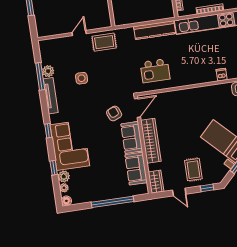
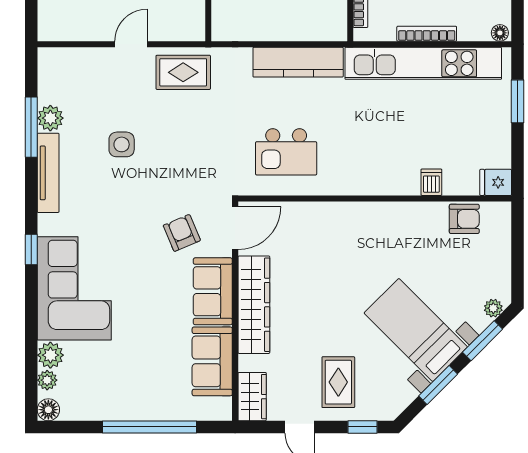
window: (54, 168) -> (31, 333), removed

